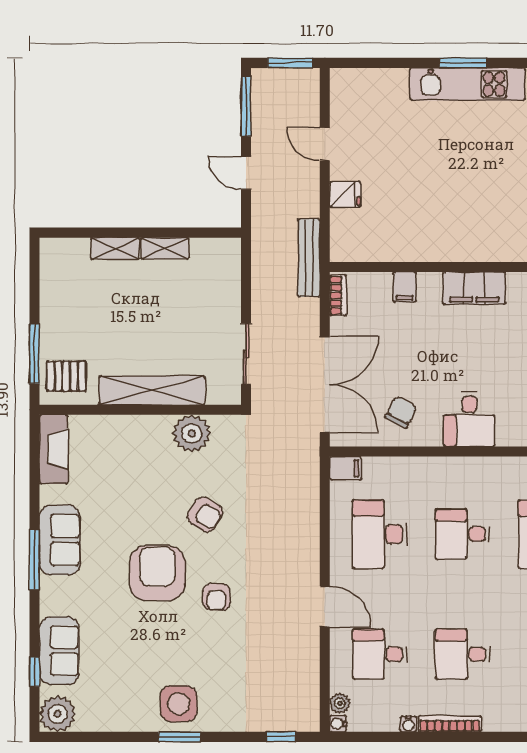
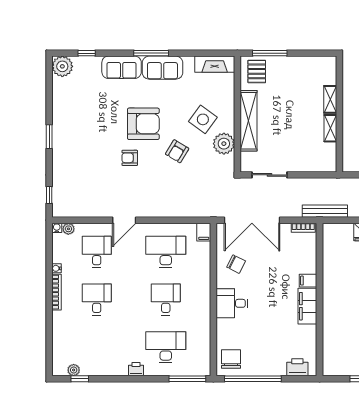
filing cabinet: (405, 287) -> (308, 281), moved
sofa: (59, 651) -> (122, 67), moved
side table: (179, 704) -> (203, 119), moved, turned 36

